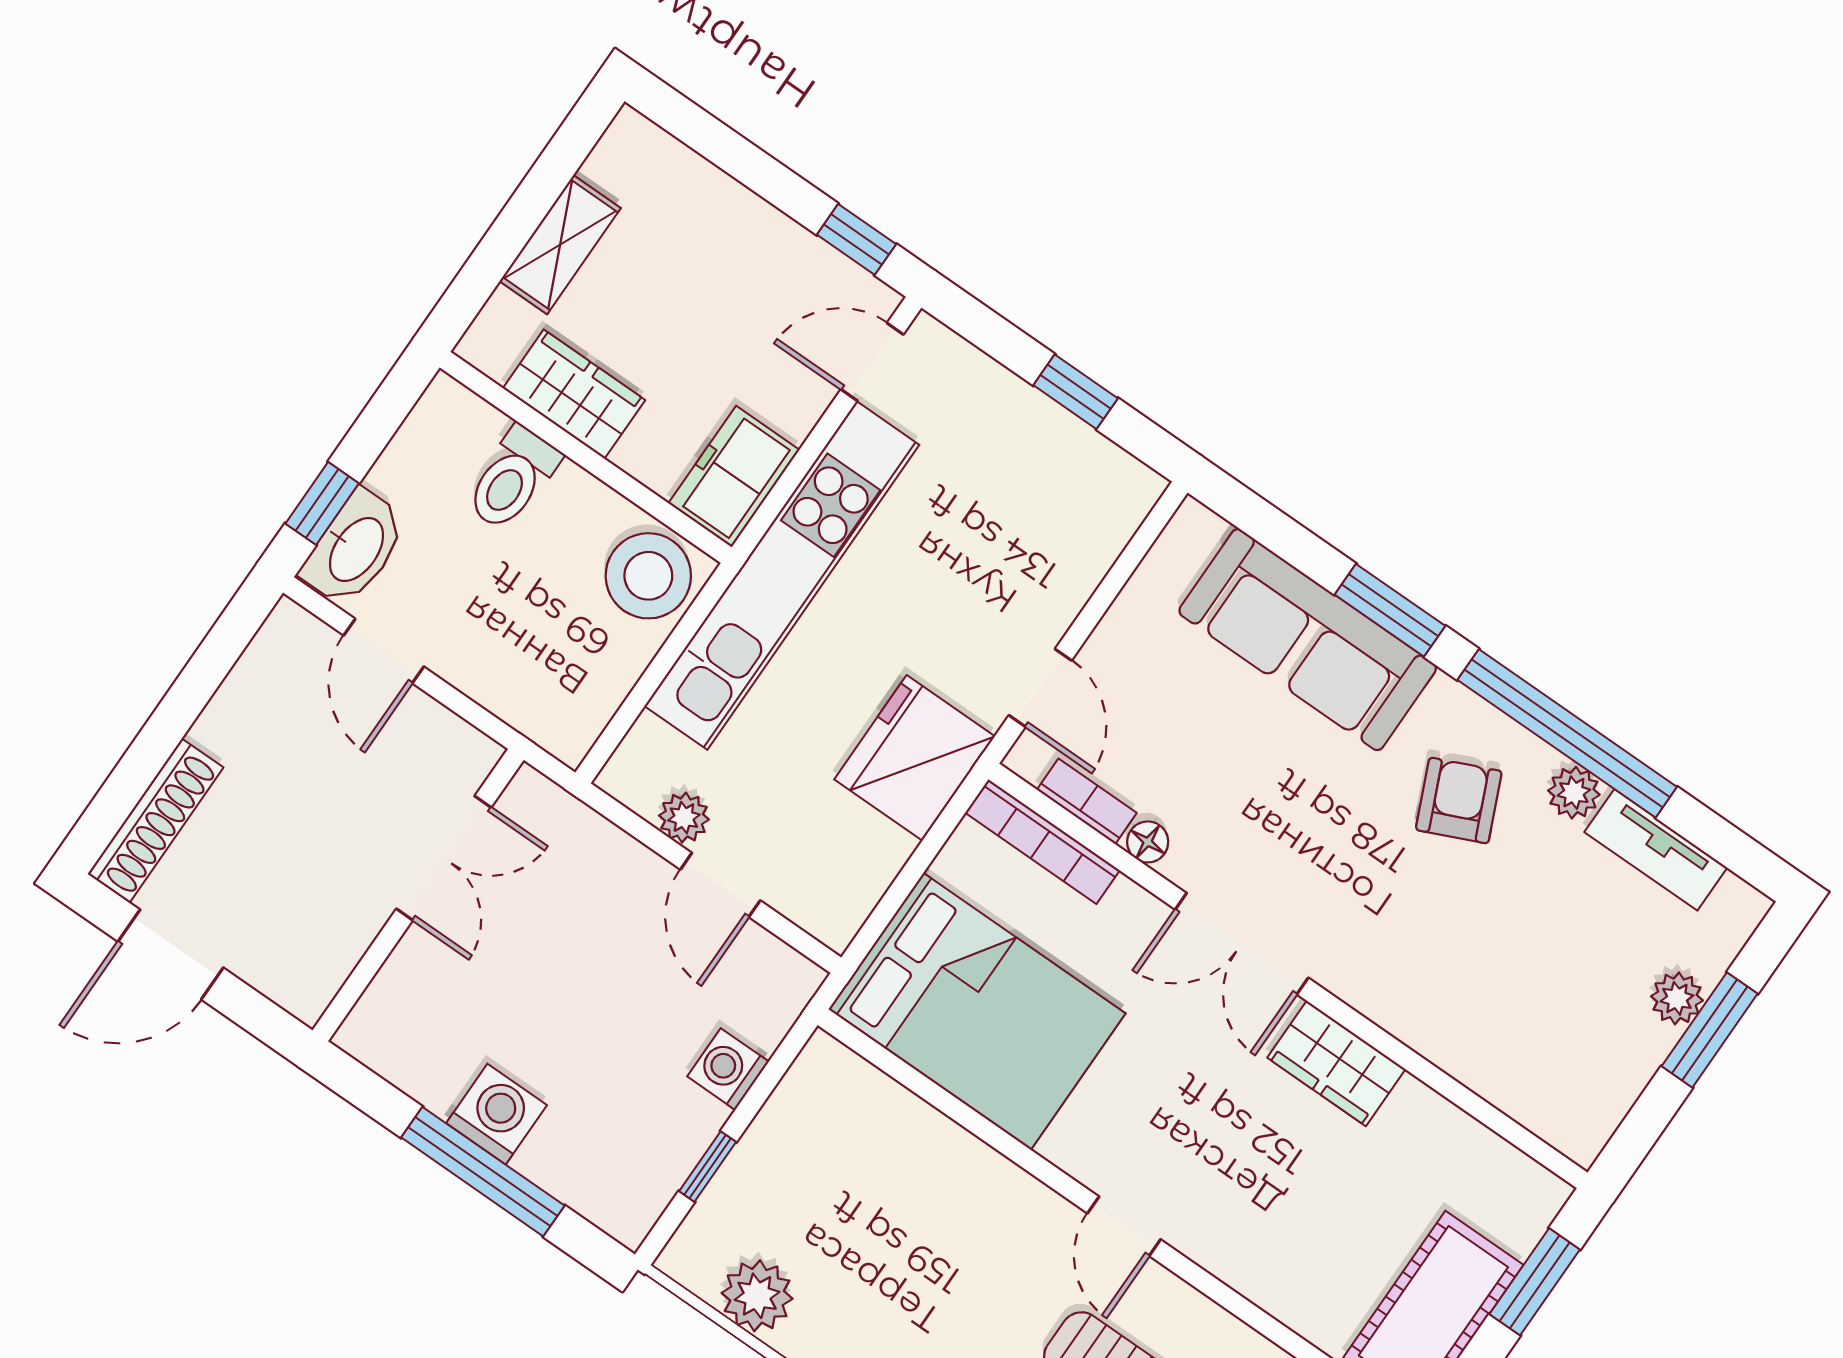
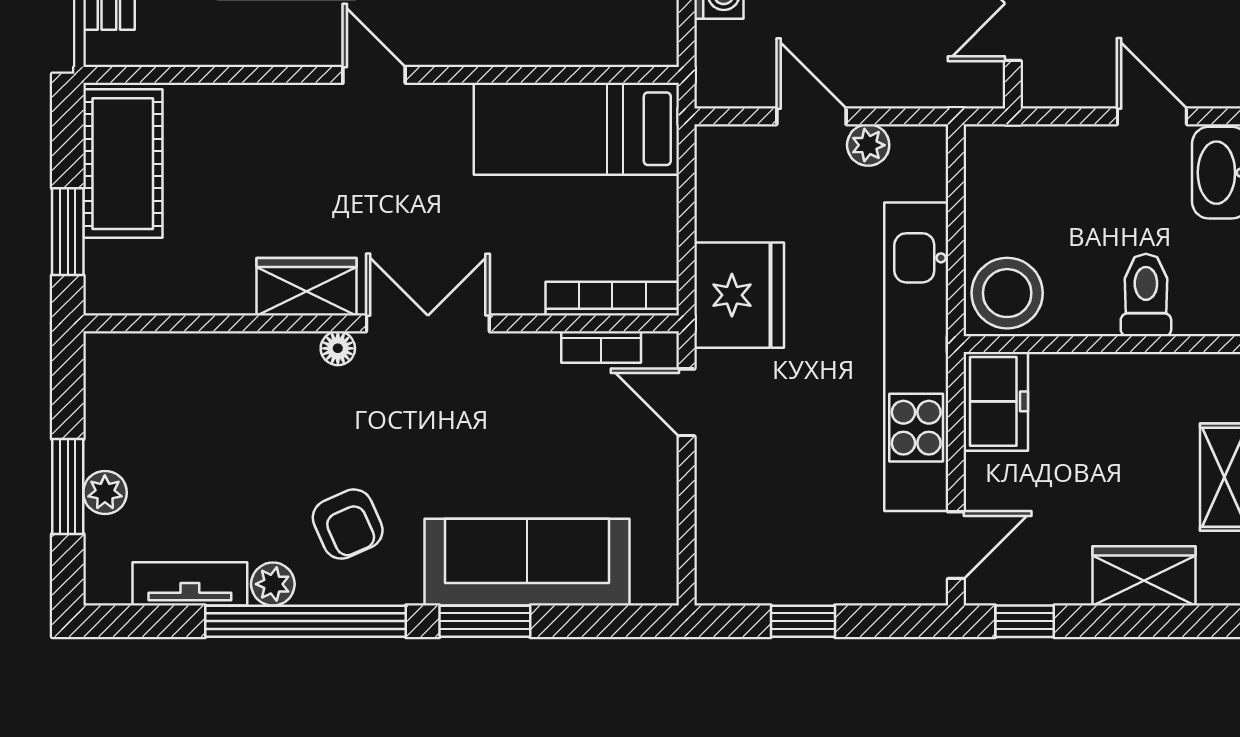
wardrobe: (574, 394) -> (1144, 576), moved, turned 180
floor lamp: (1148, 842) -> (338, 348), moved
bed: (977, 1011) -> (576, 129), width x0.67

